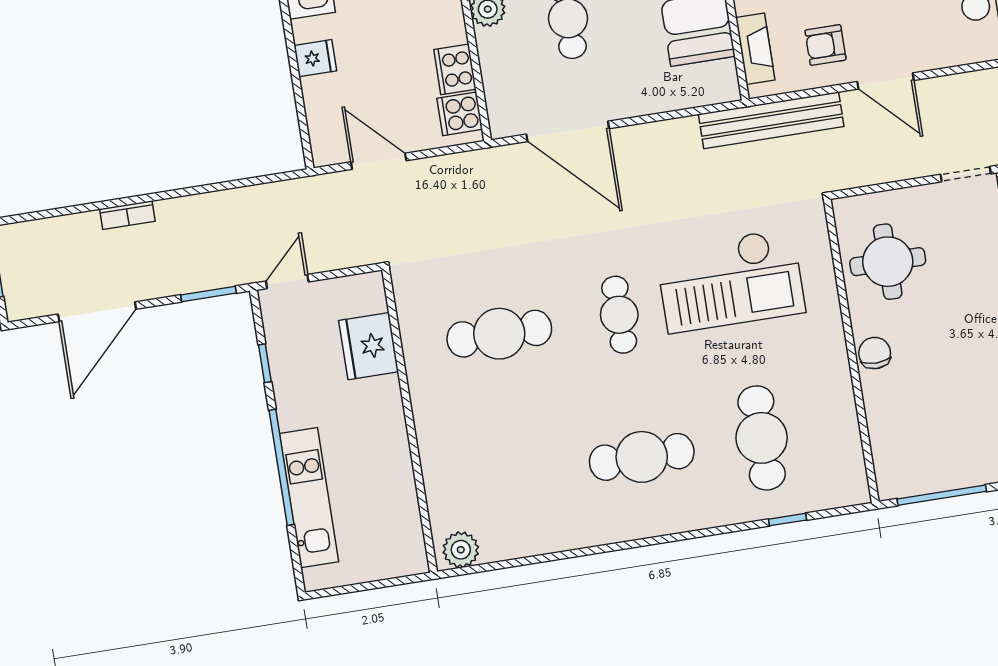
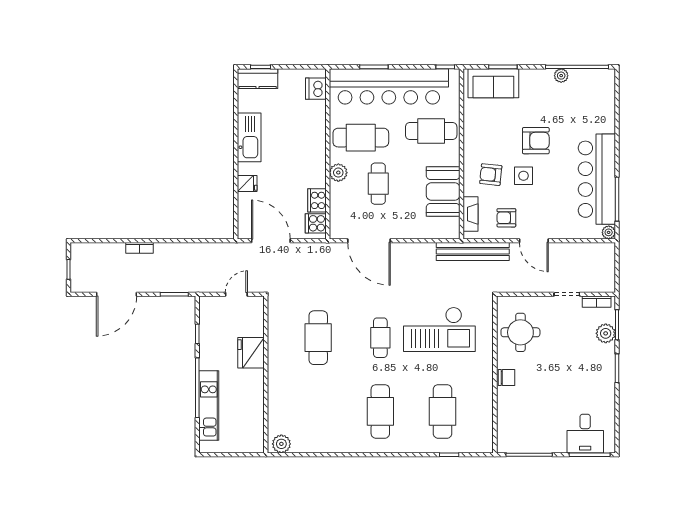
door: (379, 161) -> (271, 241), width x1.36
door: (287, 282) -> (236, 294), moved
cafe table: (499, 334) -> (318, 338), turned 90
fridge: (369, 346) -> (251, 353), moved
chair: (875, 353) -> (507, 378), turned 90
cafe table: (642, 457) -> (380, 411), turned 90

